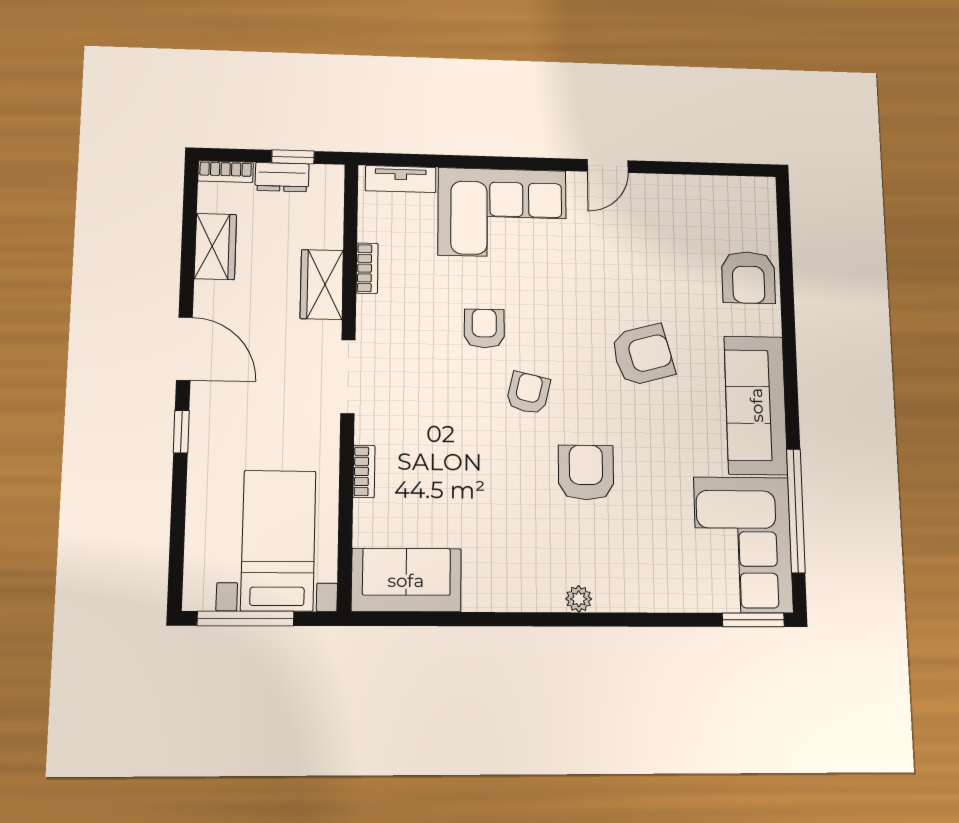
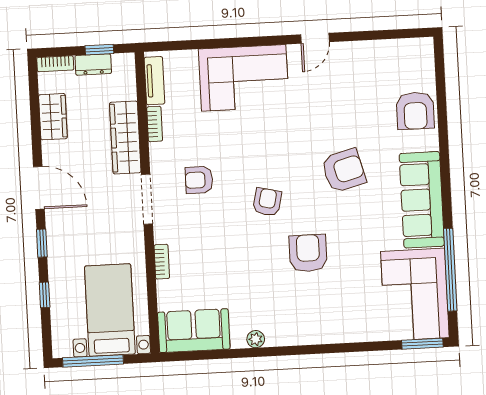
tv unit: (401, 179) -> (154, 81), moved, turned -90
wardrobe: (322, 284) -> (125, 137), width x1.50
armchair: (484, 328) -> (199, 180), moved, turned -90
window: (178, 511) -> (45, 295), added
plant: (579, 599) -> (256, 339), moved

